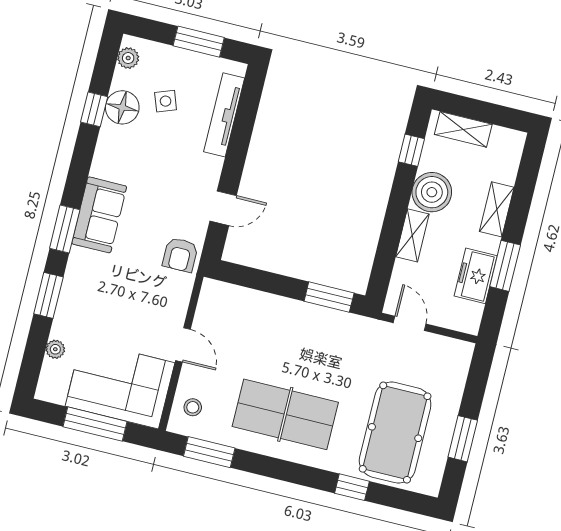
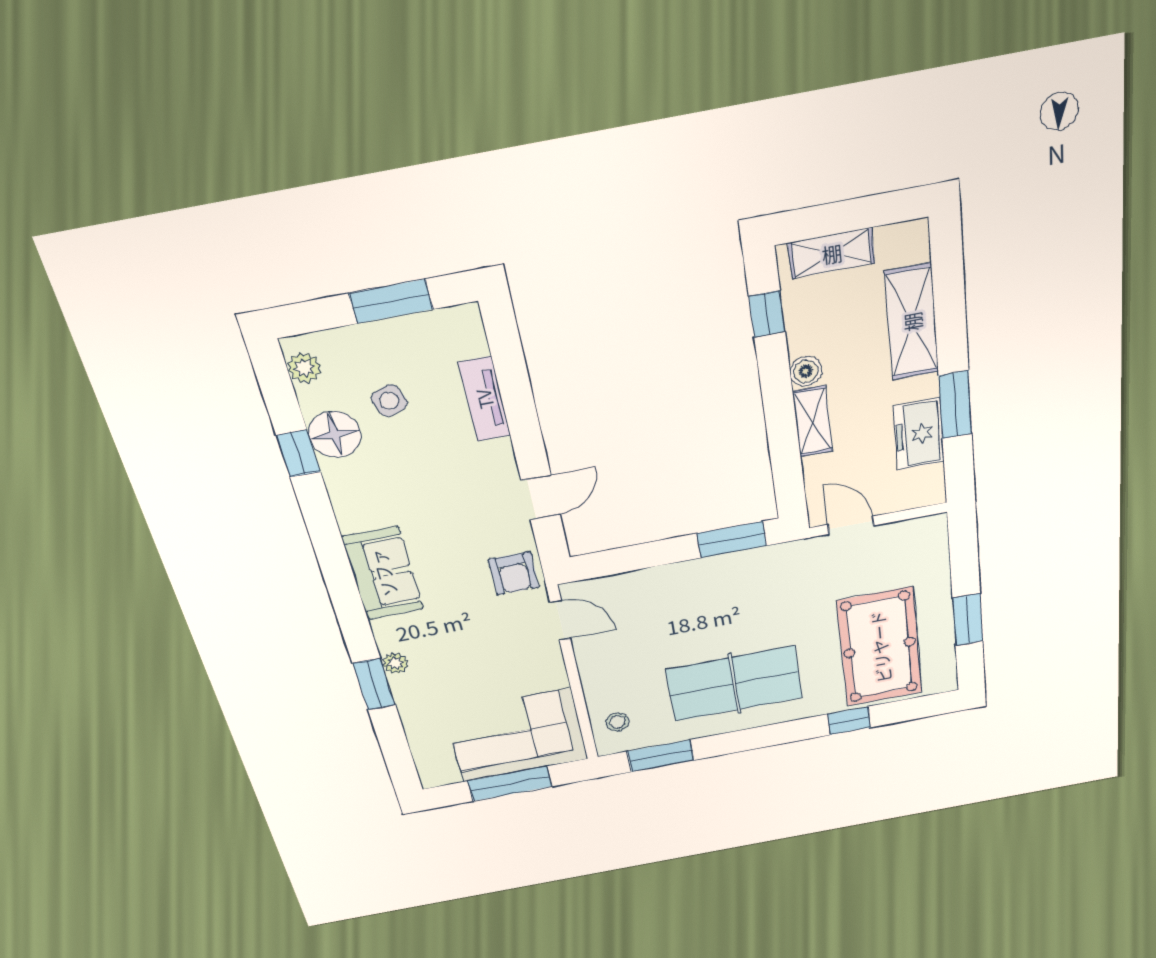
tv unit: (224, 115) -> (484, 399), width x0.71
boiler: (432, 192) -> (806, 371), width x0.54, depth x0.54
shelving: (497, 209) -> (912, 322), width x1.50, depth x1.33
window: (65, 229) -> (349, 607), removed
door: (183, 345) -> (560, 620), moved
plant: (55, 349) -> (395, 663), moved

